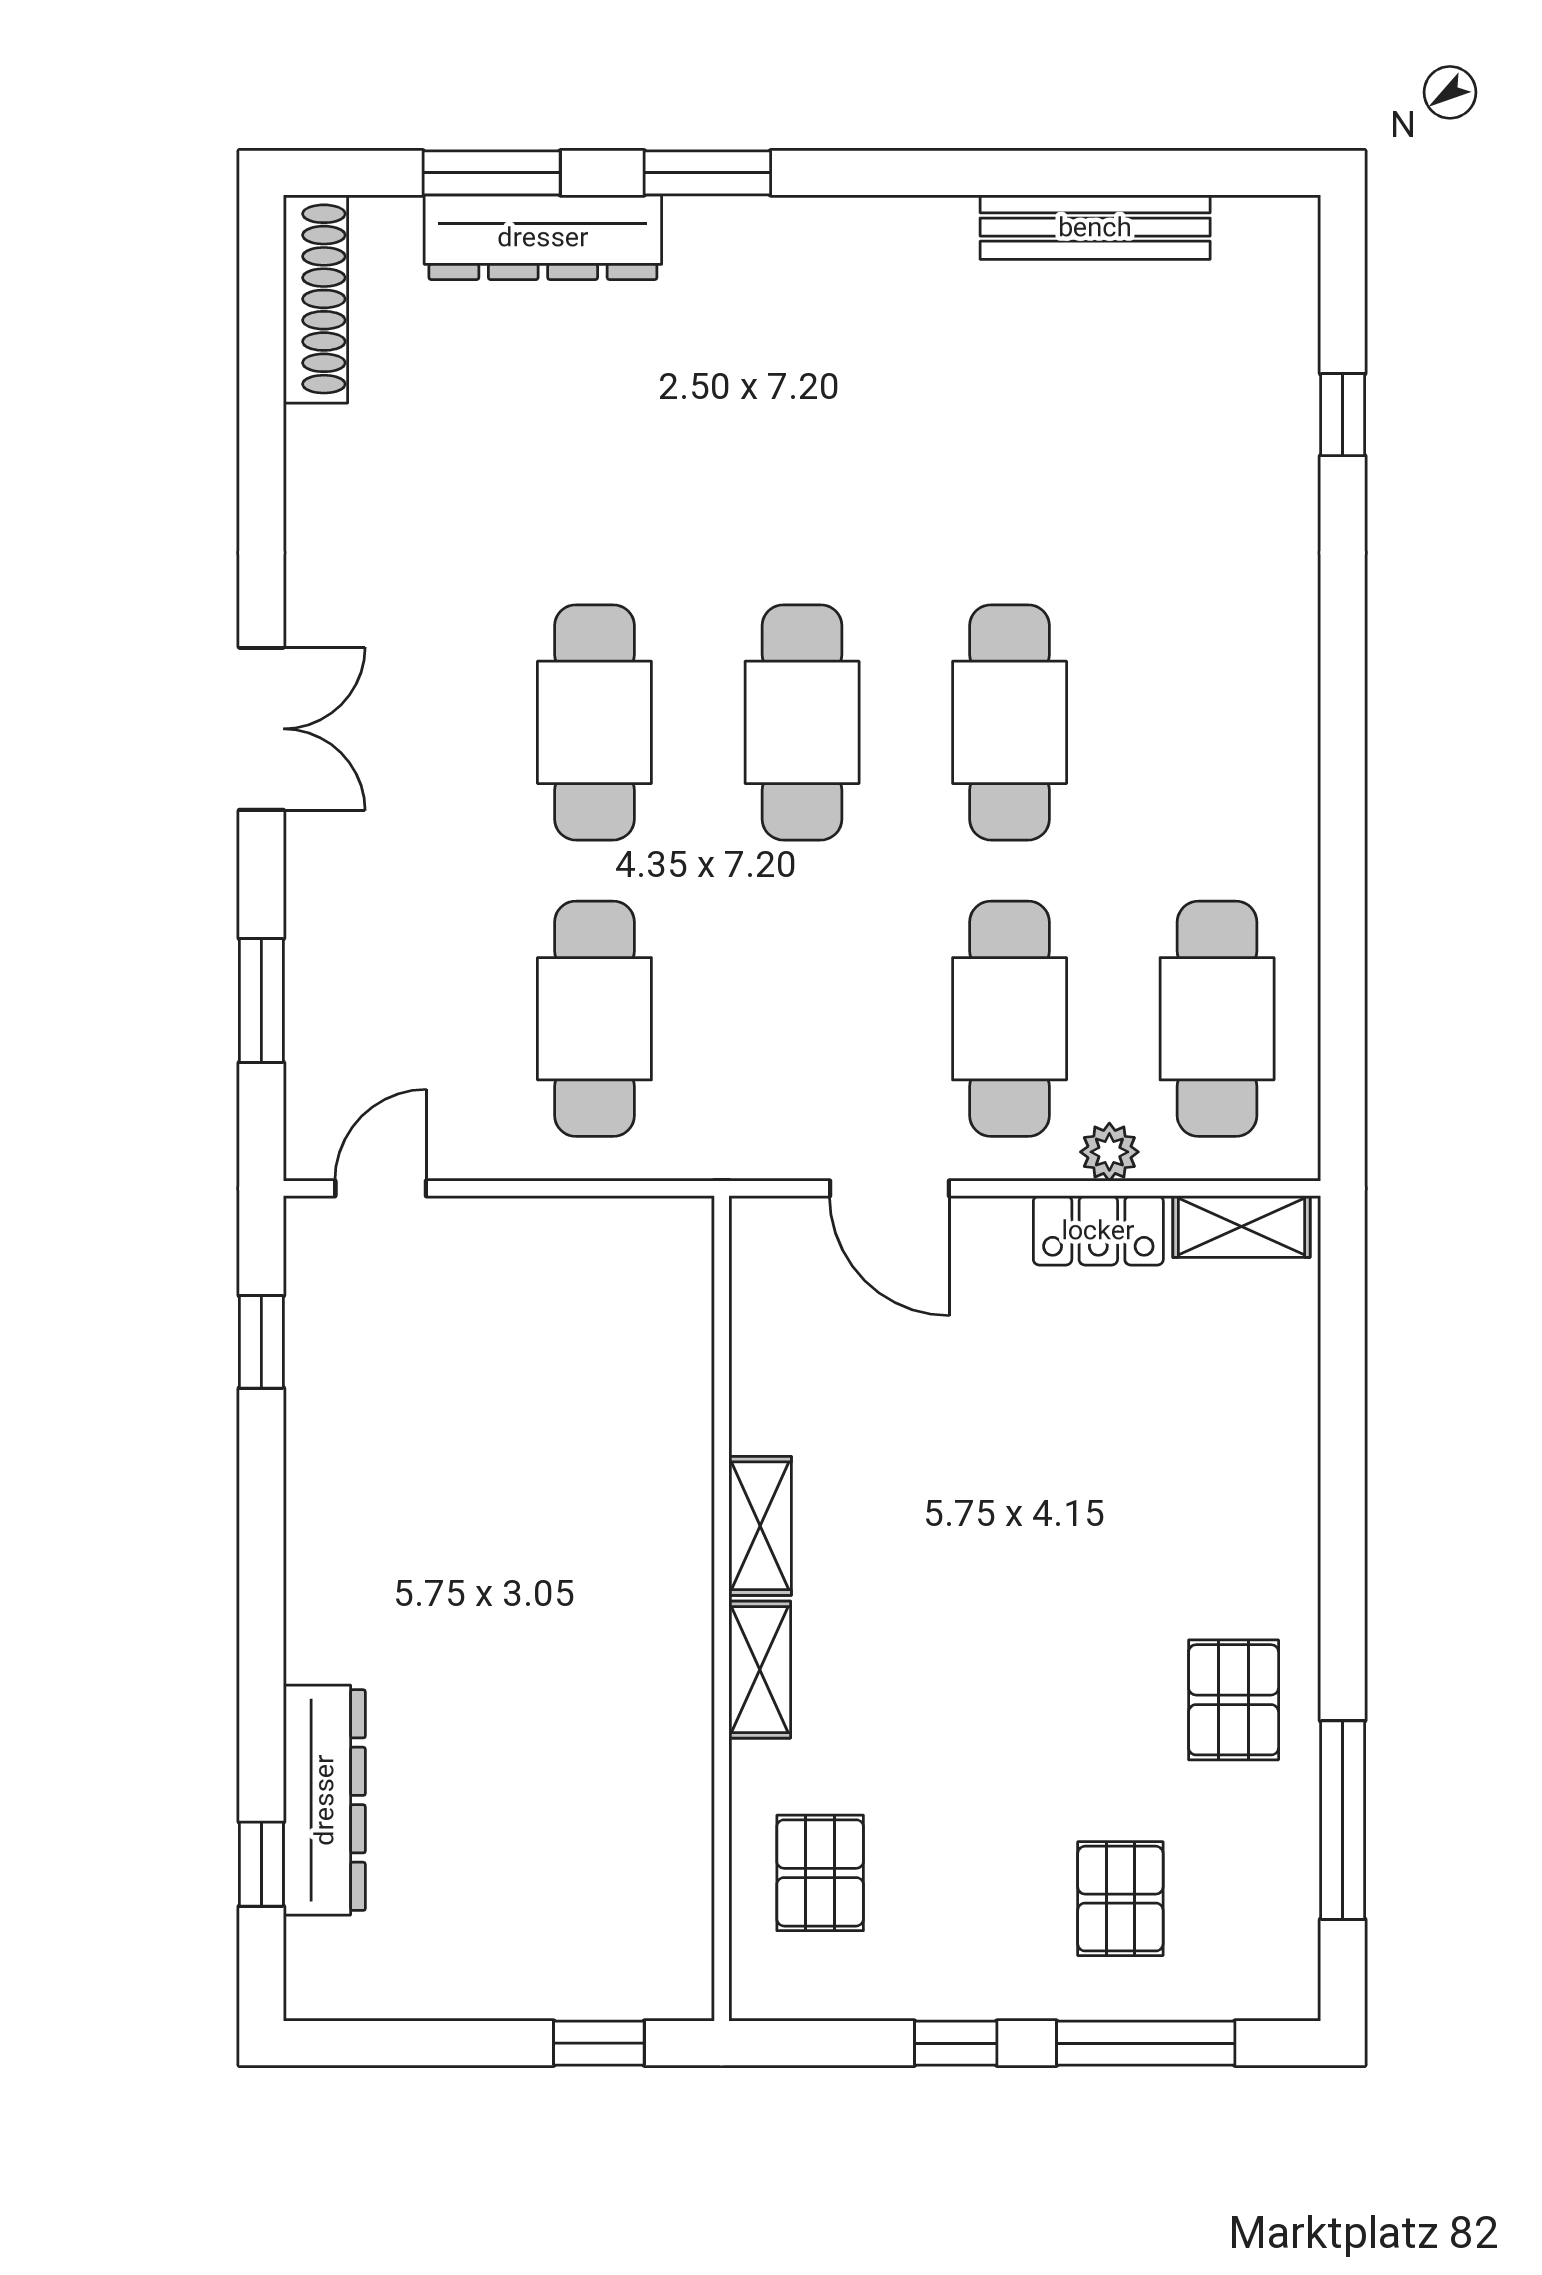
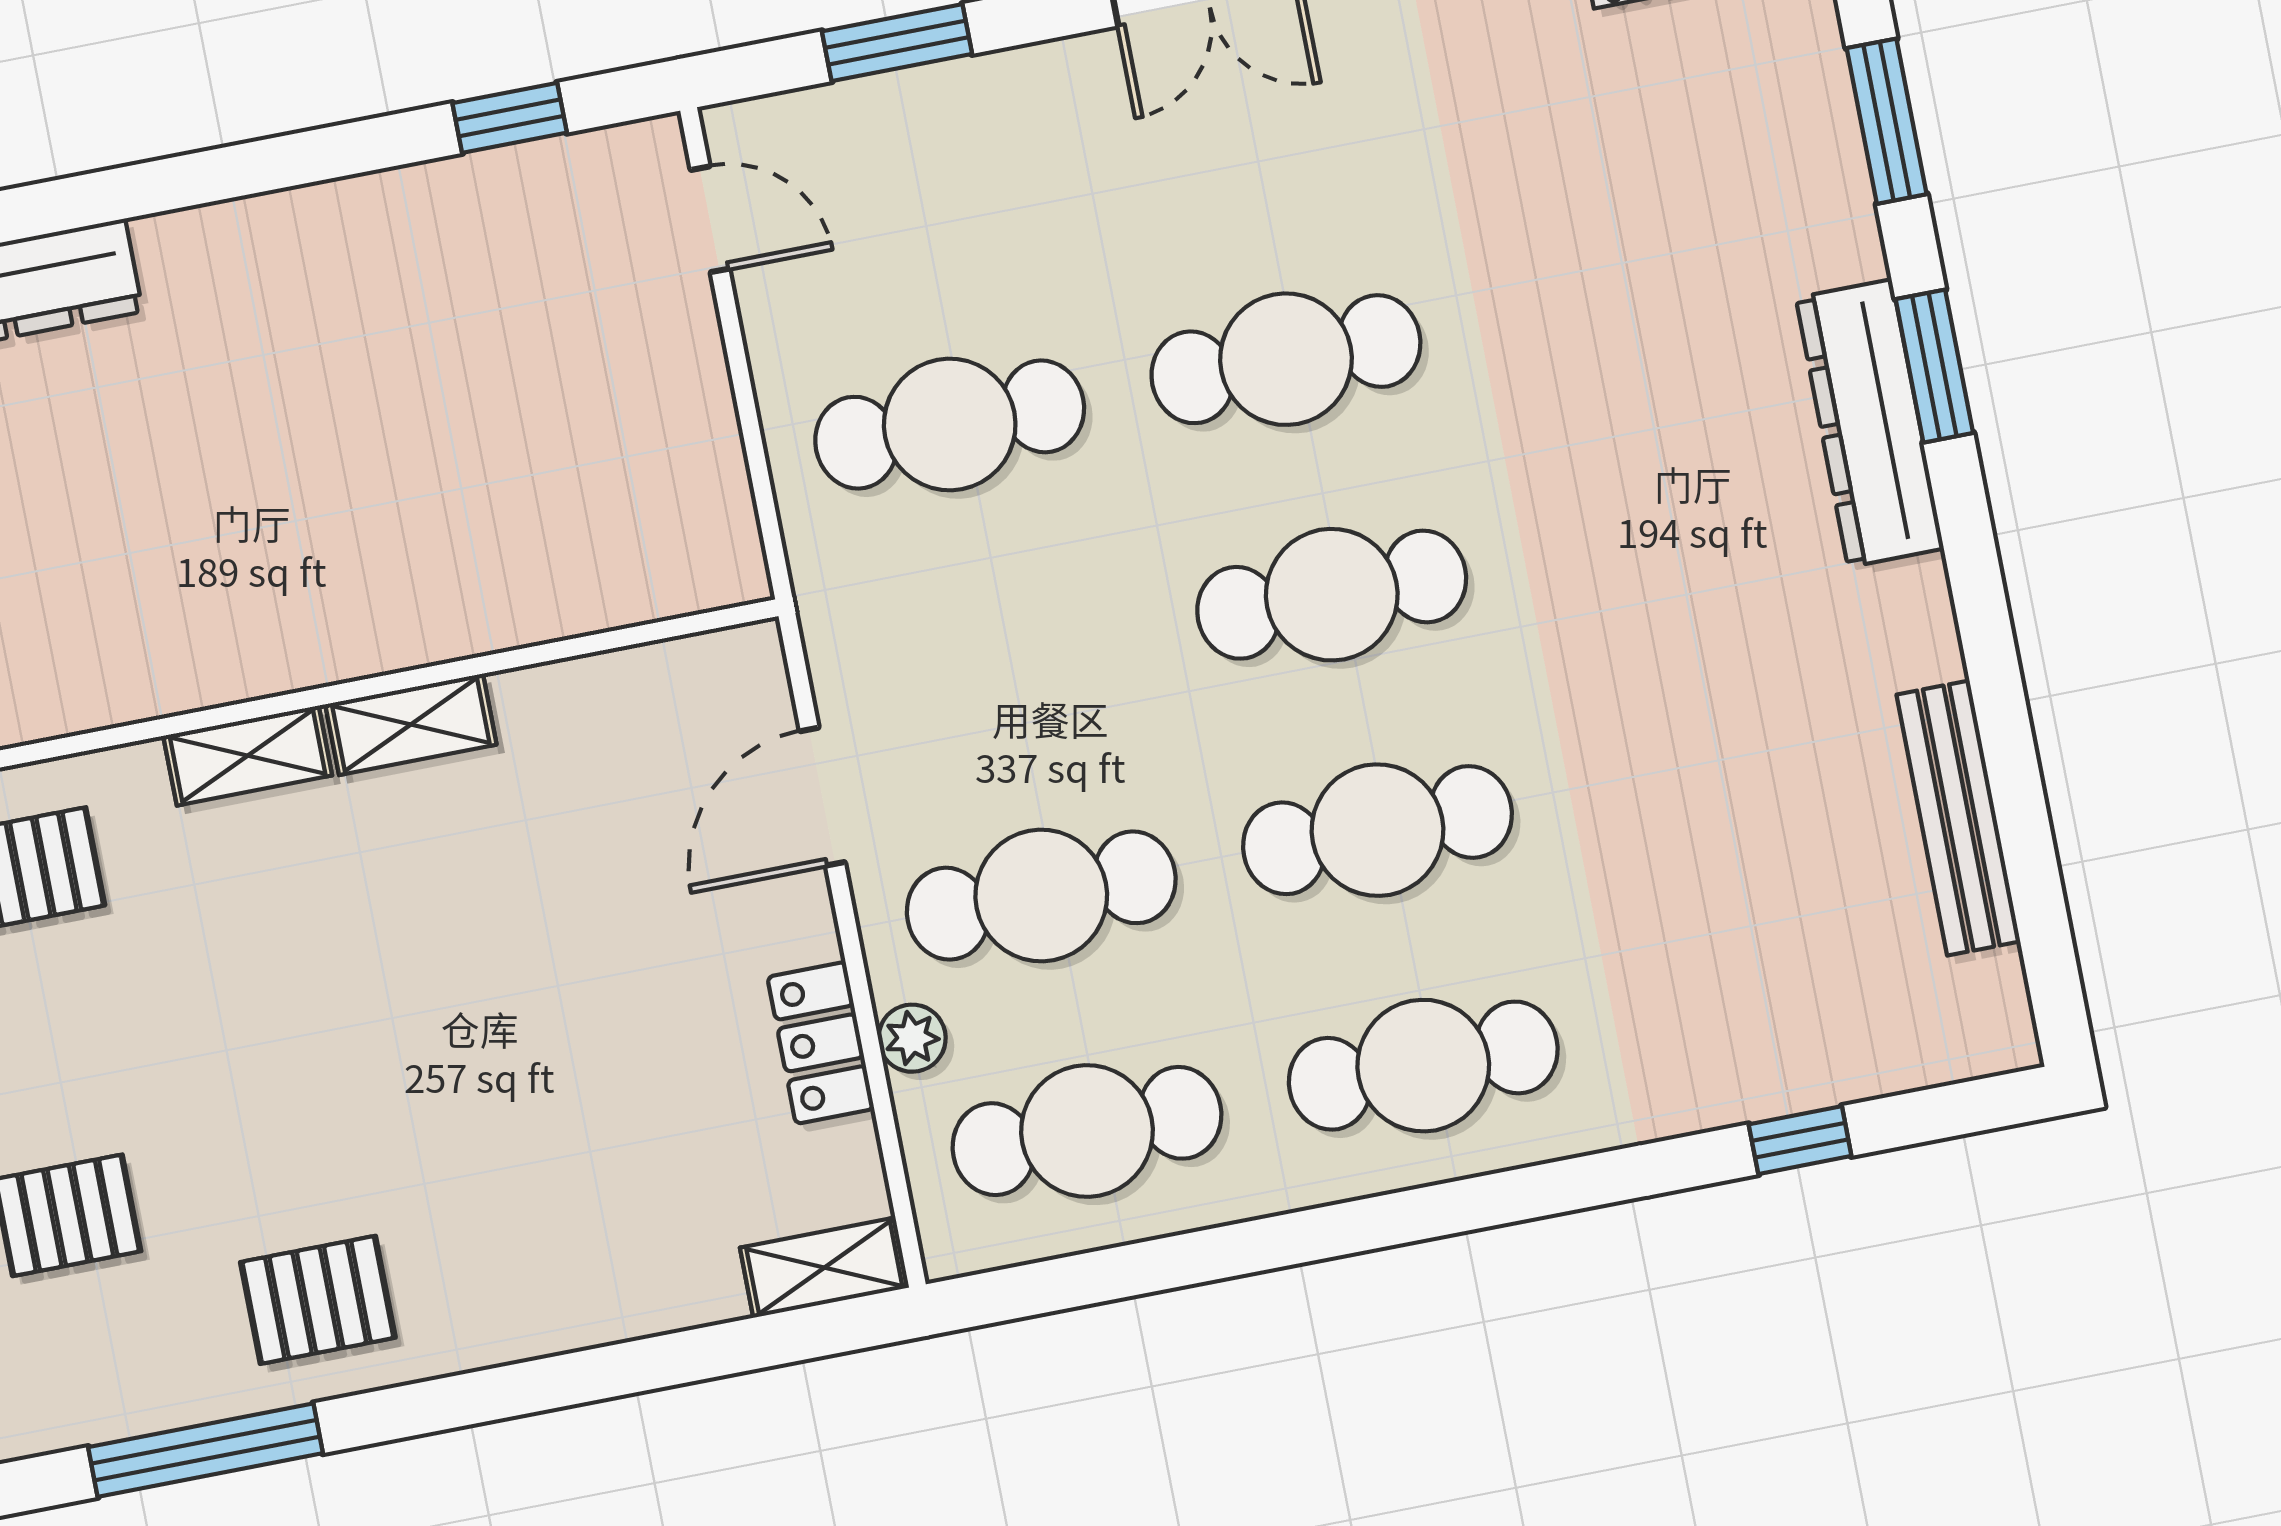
dresser: (543, 237) -> (1870, 423), moved
cafe table: (1217, 722) -> (1423, 1066), added
shelving: (1241, 1227) -> (824, 1268), moved, turned 90

